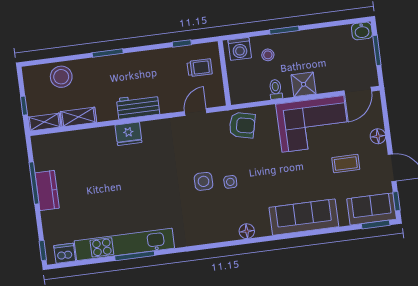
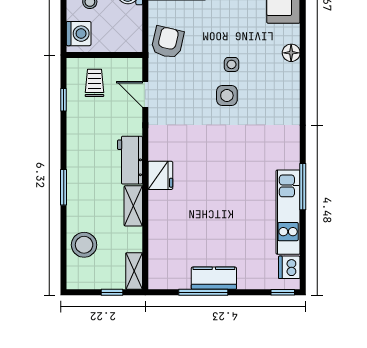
shelving: (78, 117) -> (133, 206), moved
kitchen unit: (124, 244) -> (288, 212), width x0.73

